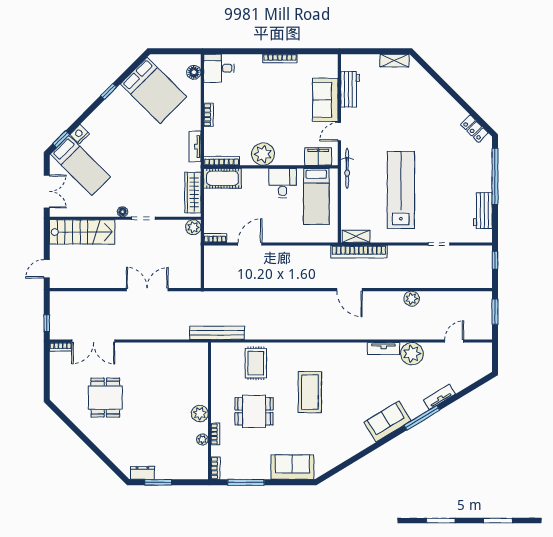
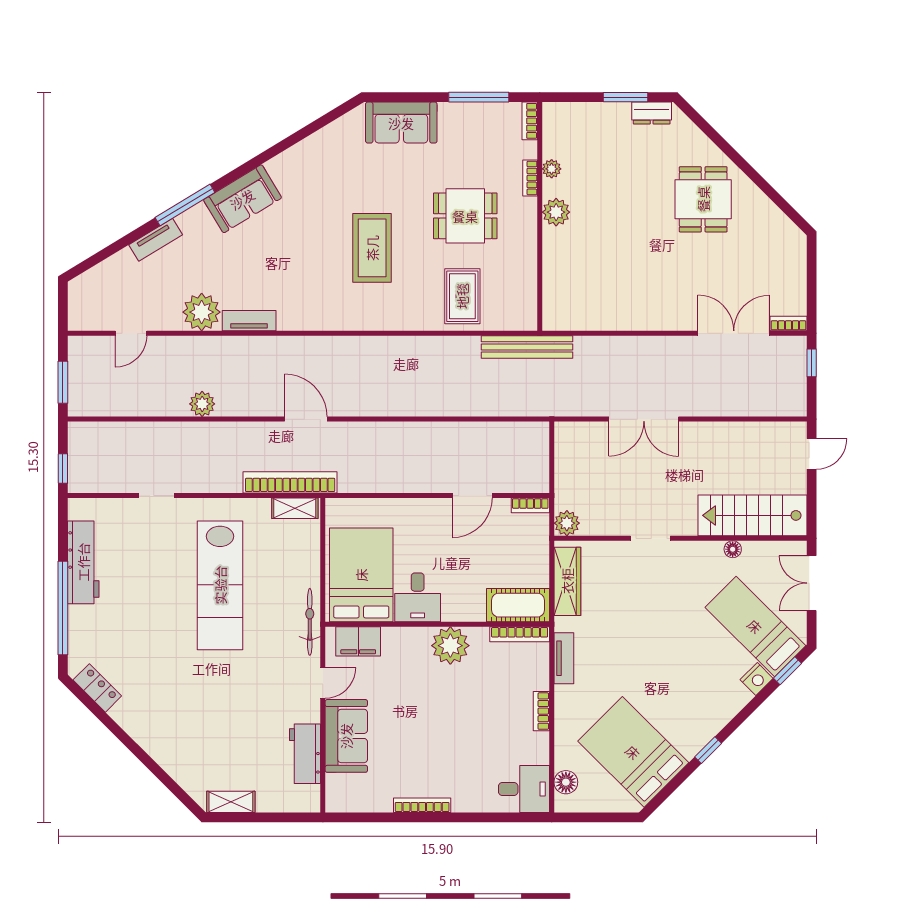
bed: (316, 196) -> (361, 575), width x1.50
workbench: (483, 211) -> (83, 562), width x1.38
floor lamp: (123, 212) -> (733, 549), moved
dining table: (105, 398) -> (703, 199), moved

